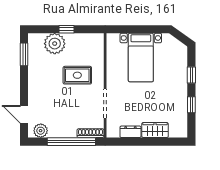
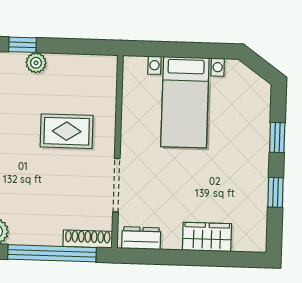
window: (66, 29) -> (23, 45), moved
plant: (55, 44) -> (36, 63), width x0.53, depth x0.53
dresser: (130, 132) -> (141, 238), moved

